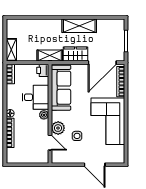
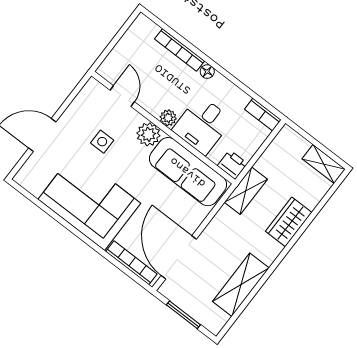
shelving: (79, 26) -> (241, 285), moved
shelving: (11, 50) -> (324, 164), moved
wardrobe: (75, 54) -> (289, 222), moved, turned 180
plant: (58, 128) -> (148, 134), moved
door: (50, 143) -> (122, 96), swing flipped

